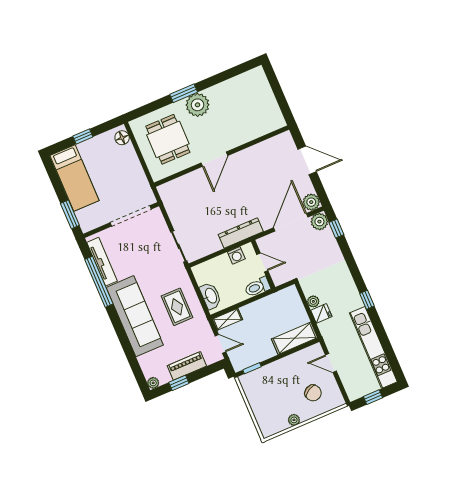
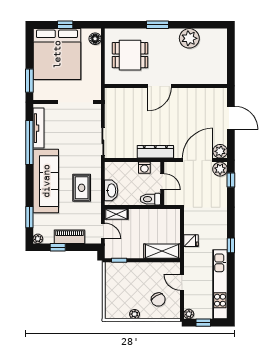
plant: (198, 105) -> (189, 38), moved
dining table: (168, 139) -> (130, 55), turned 90
bed: (74, 178) -> (57, 54), width x2.04
plant: (313, 301) -> (189, 314), moved
window: (134, 363) -> (29, 217), added

